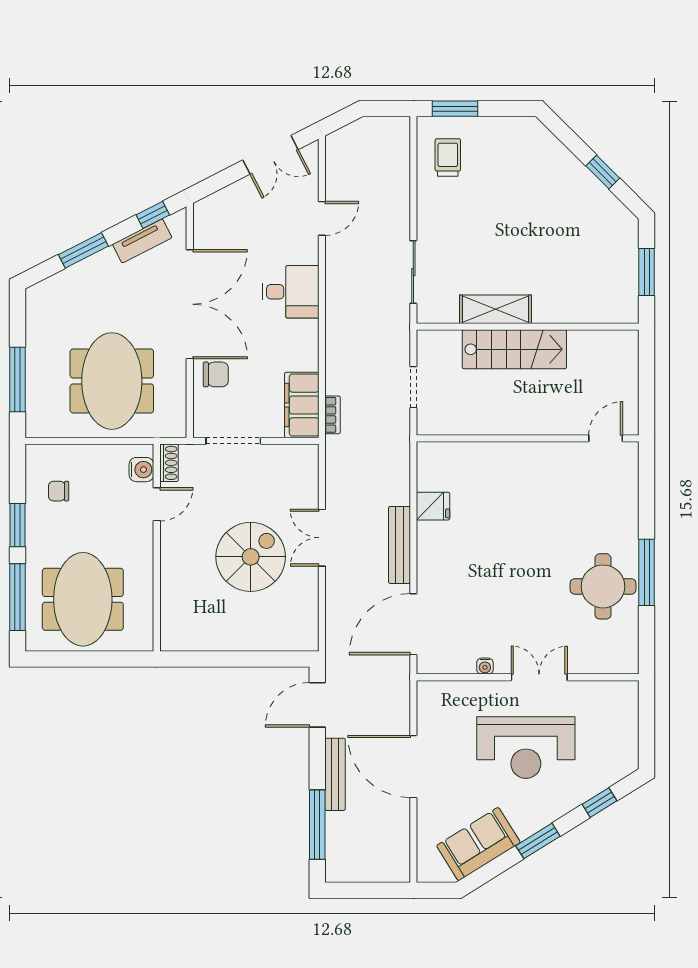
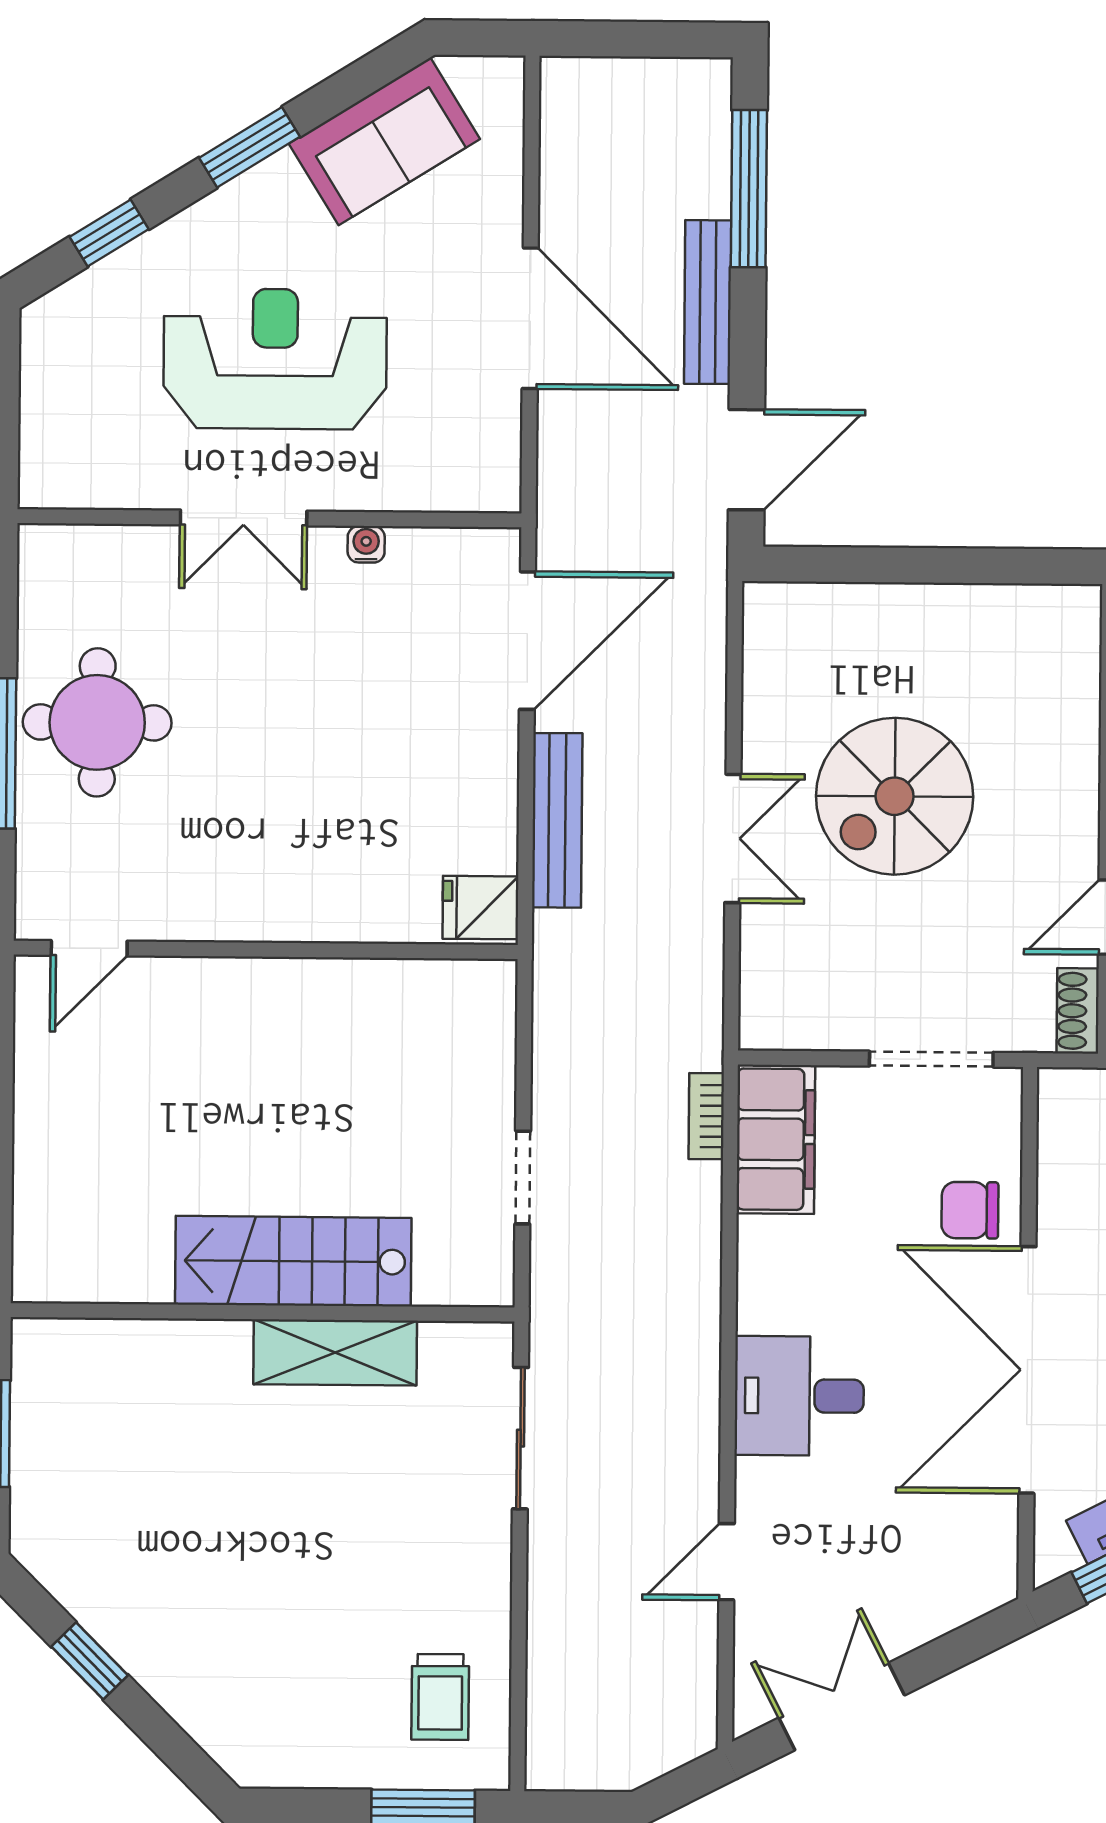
wall: (528, 438) -> (266, 950), moved
door: (606, 438) -> (89, 948), moved

